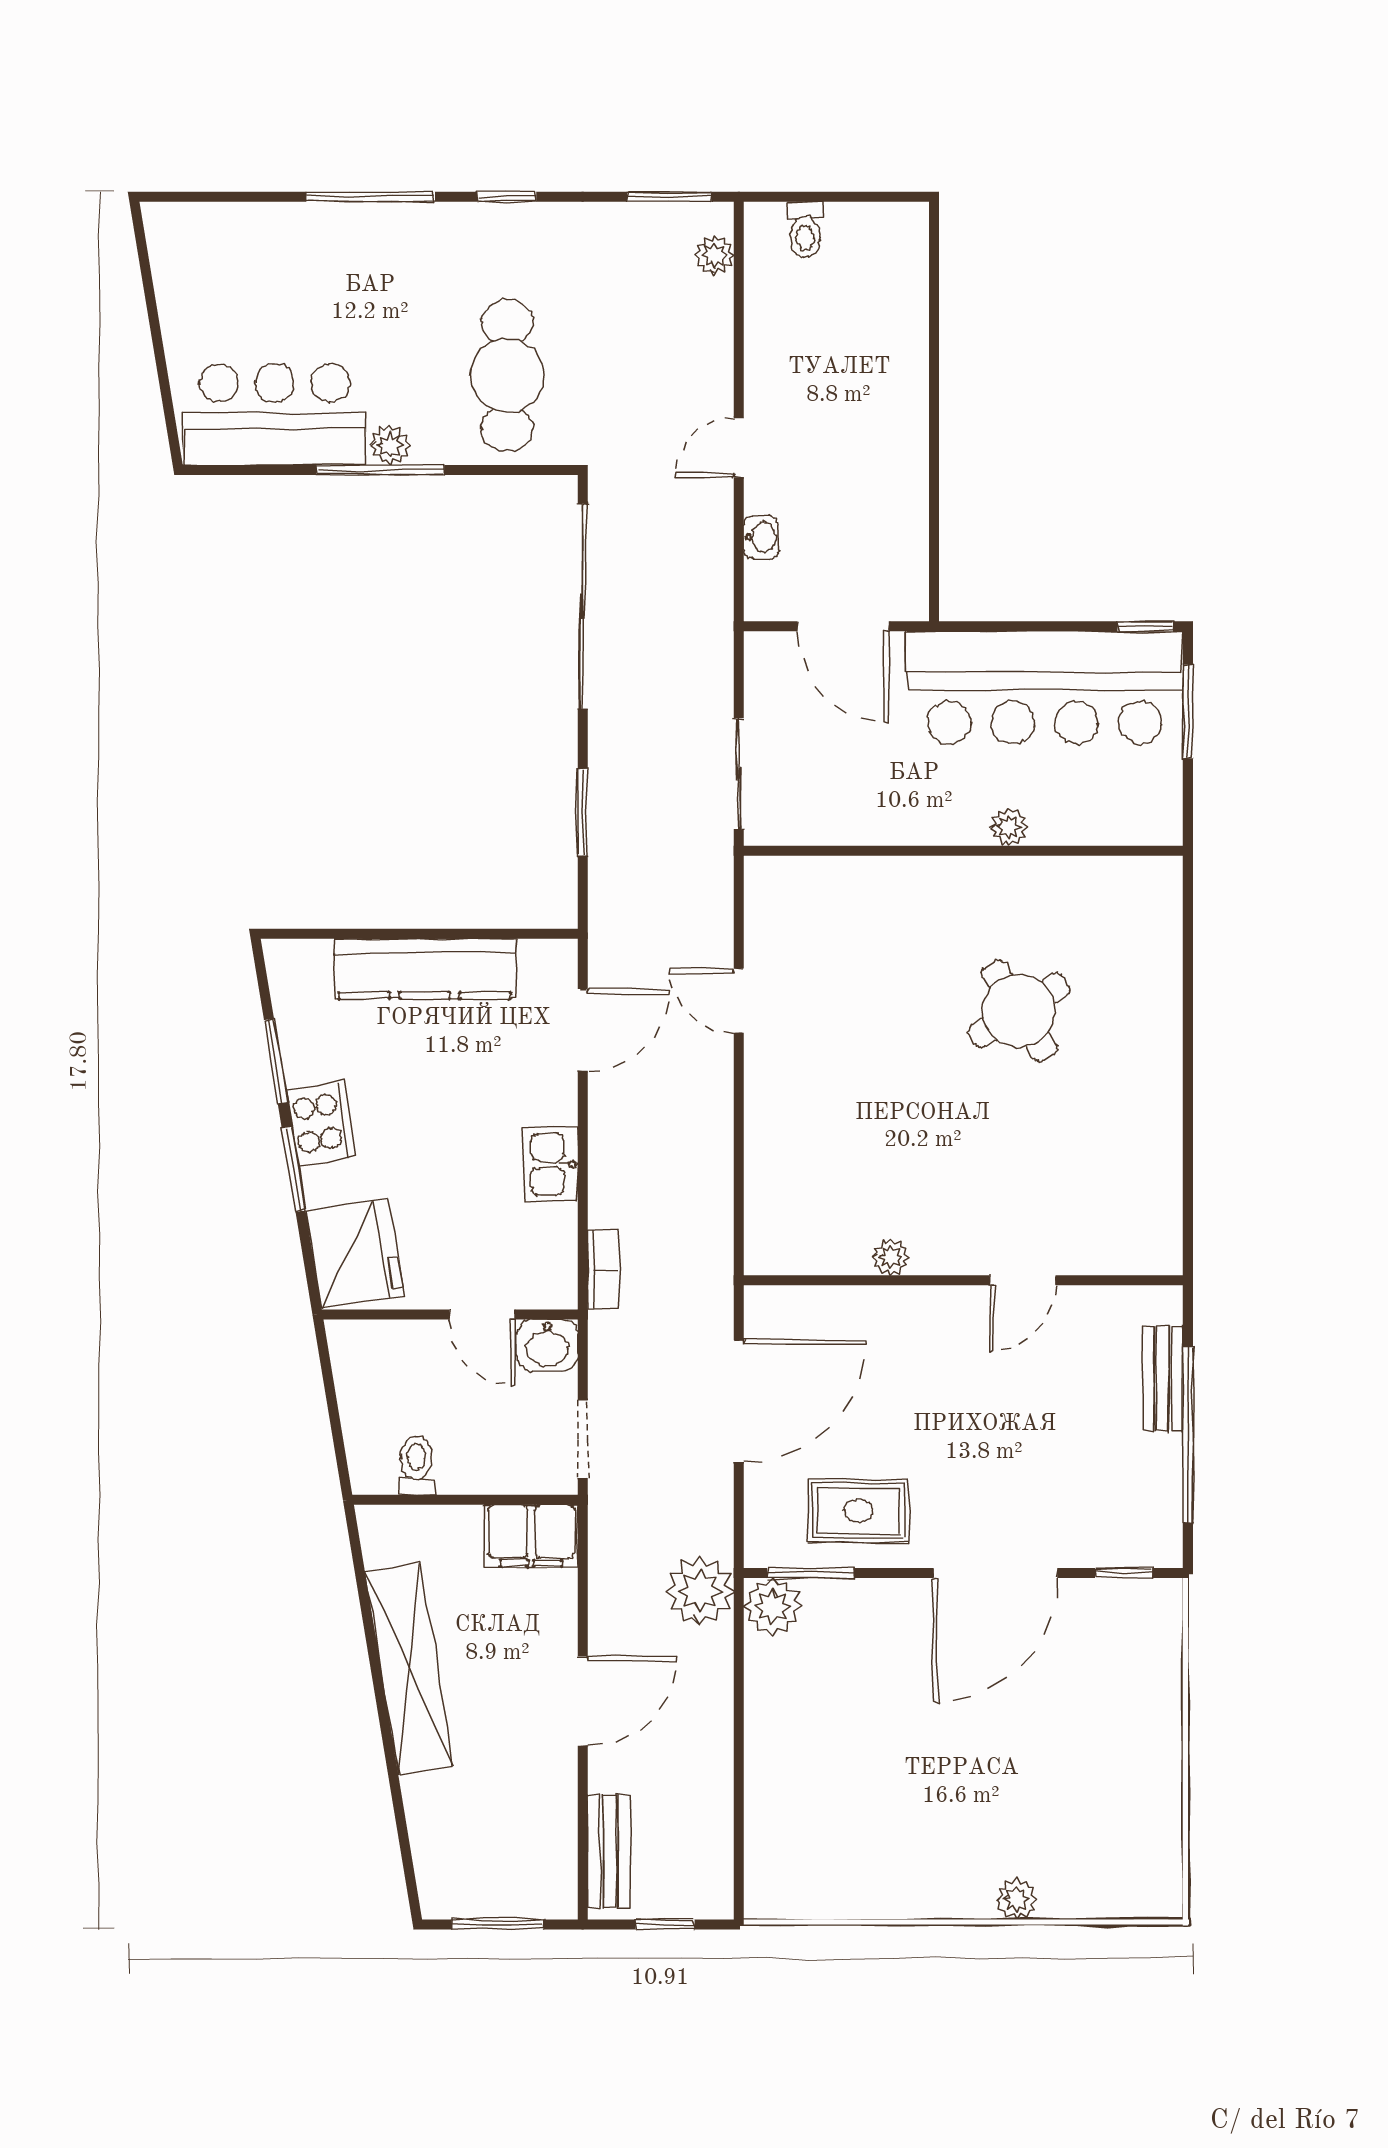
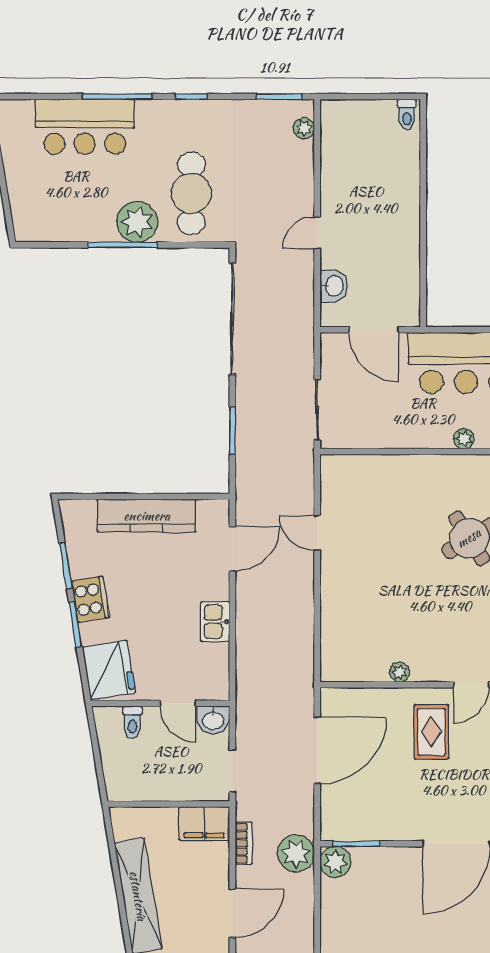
toilet: (805, 230) -> (407, 115), moved
bar counter: (275, 414) -> (85, 127), moved, turned 180
plant: (390, 445) -> (137, 222), width x1.88, depth x1.88
washbasin: (761, 537) -> (334, 286), width x1.38, depth x1.45
bookcase: (603, 1270) -> (244, 843), moved
toilet: (416, 1465) -> (132, 722), moved, turned 180
rug: (858, 1511) -> (431, 732), moved, turned 90

